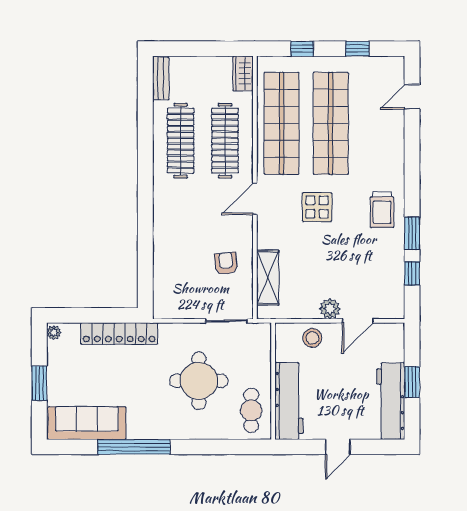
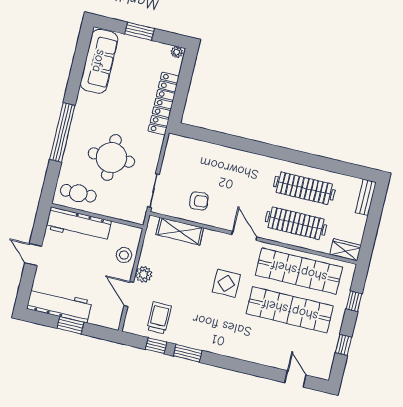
bench: (161, 78) -> (366, 197), moved, turned 90
trolley: (382, 210) -> (159, 318), moved, turned 90
window: (134, 447) -> (62, 132), moved

